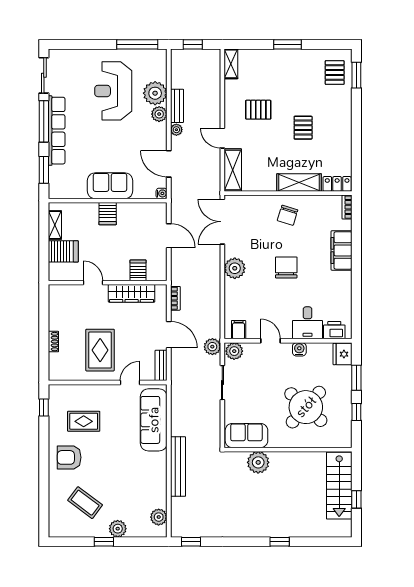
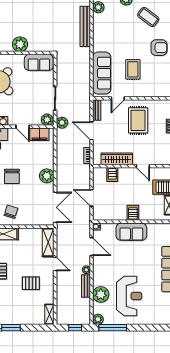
plant: (159, 114) -> (98, 319), moved
filing cabinet: (239, 330) -> (39, 134), width x2.00
rug: (84, 421) -> (133, 69), moved, turned 90
plant: (258, 462) -> (20, 44), moved
bench: (178, 467) -> (85, 26), moved

